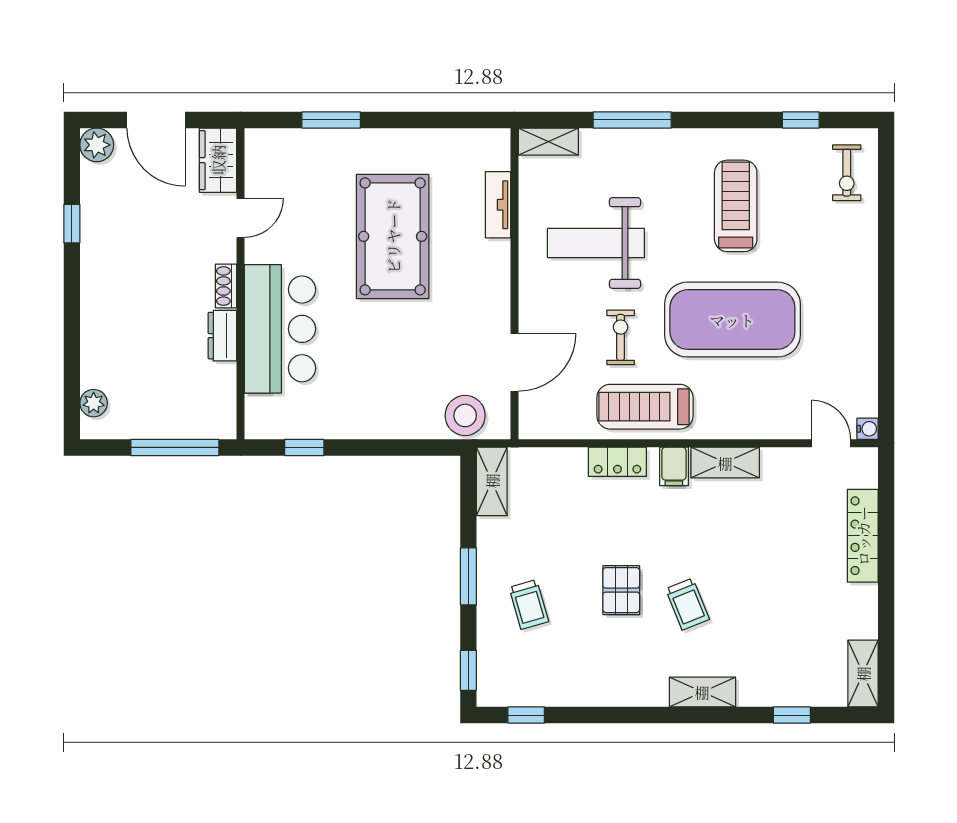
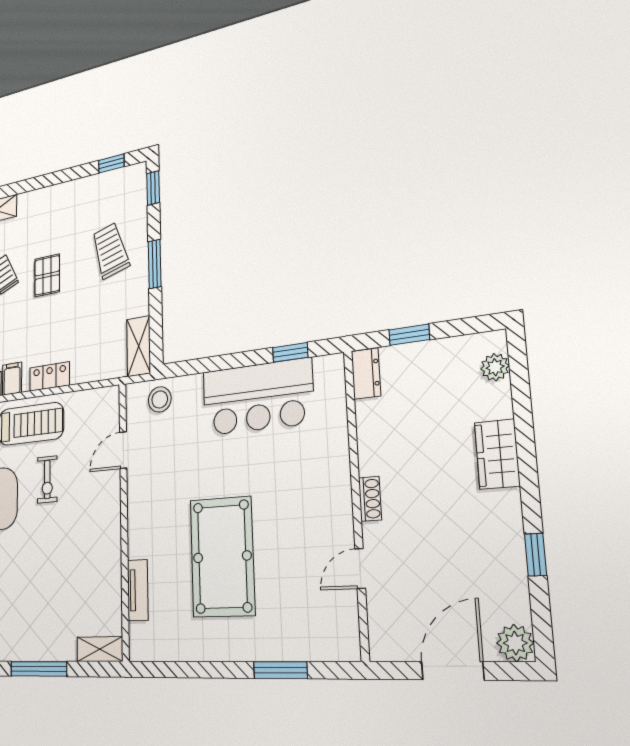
door: (156, 120) -> (452, 671), hinge flipped
wardrobe: (218, 160) -> (497, 454), moved, turned 180
weight bench: (596, 243) -> (64, 559), removed
bar counter: (280, 329) -> (257, 397), moved, turned -90
dresser: (222, 336) -> (366, 373), moved
door: (514, 362) -> (123, 450), width x0.73
stool: (465, 415) -> (160, 399), width x0.73, depth x0.73
window: (175, 447) -> (409, 335), width x0.46
trolley: (529, 604) -> (110, 251), width x1.36, depth x1.39

